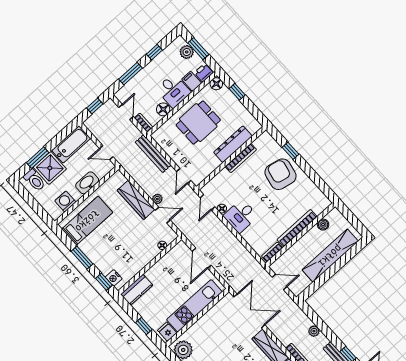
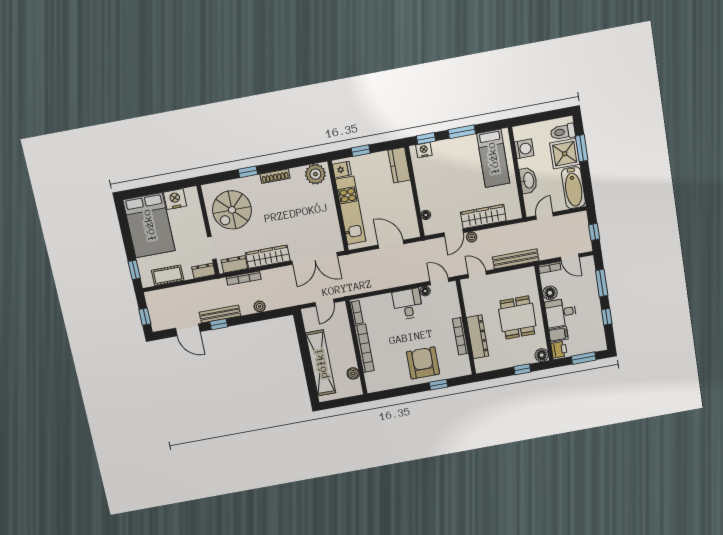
plant: (187, 52) -> (587, 346), removed
armchair: (281, 174) -> (423, 363), turned -102

